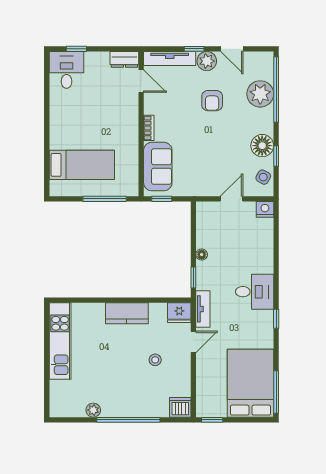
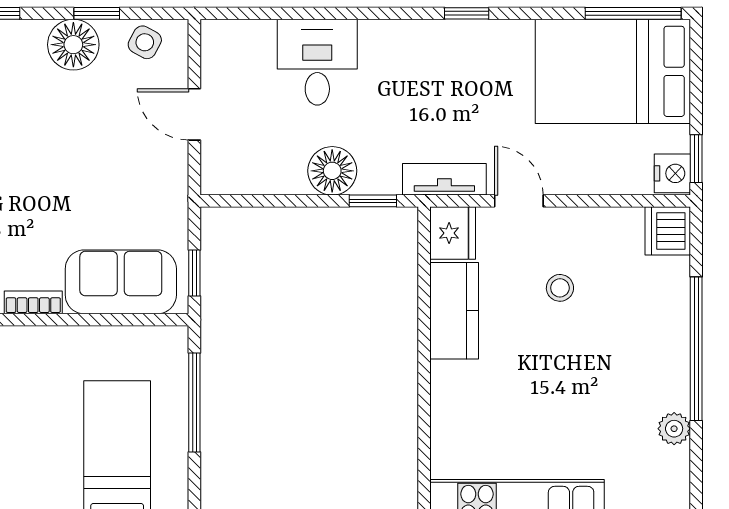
nightstand: (265, 209) -> (672, 173), moved, turned 180
floor lamp: (202, 255) -> (332, 171), width x1.89, depth x1.89
desk: (255, 292) -> (317, 62), moved
kitchen counter: (127, 313) -> (454, 311), moved

